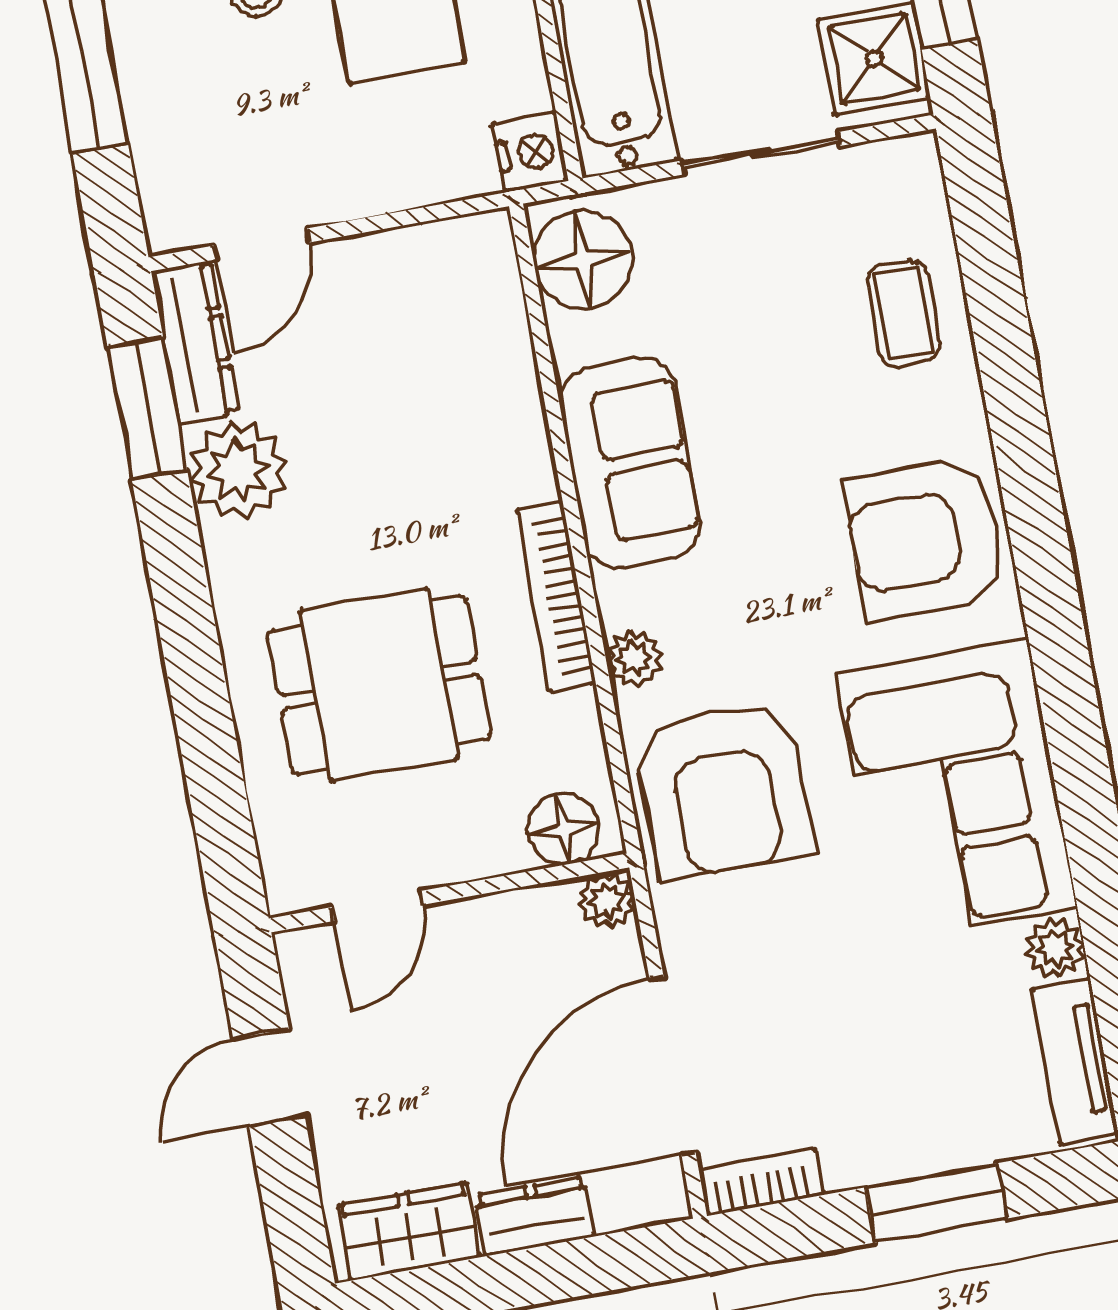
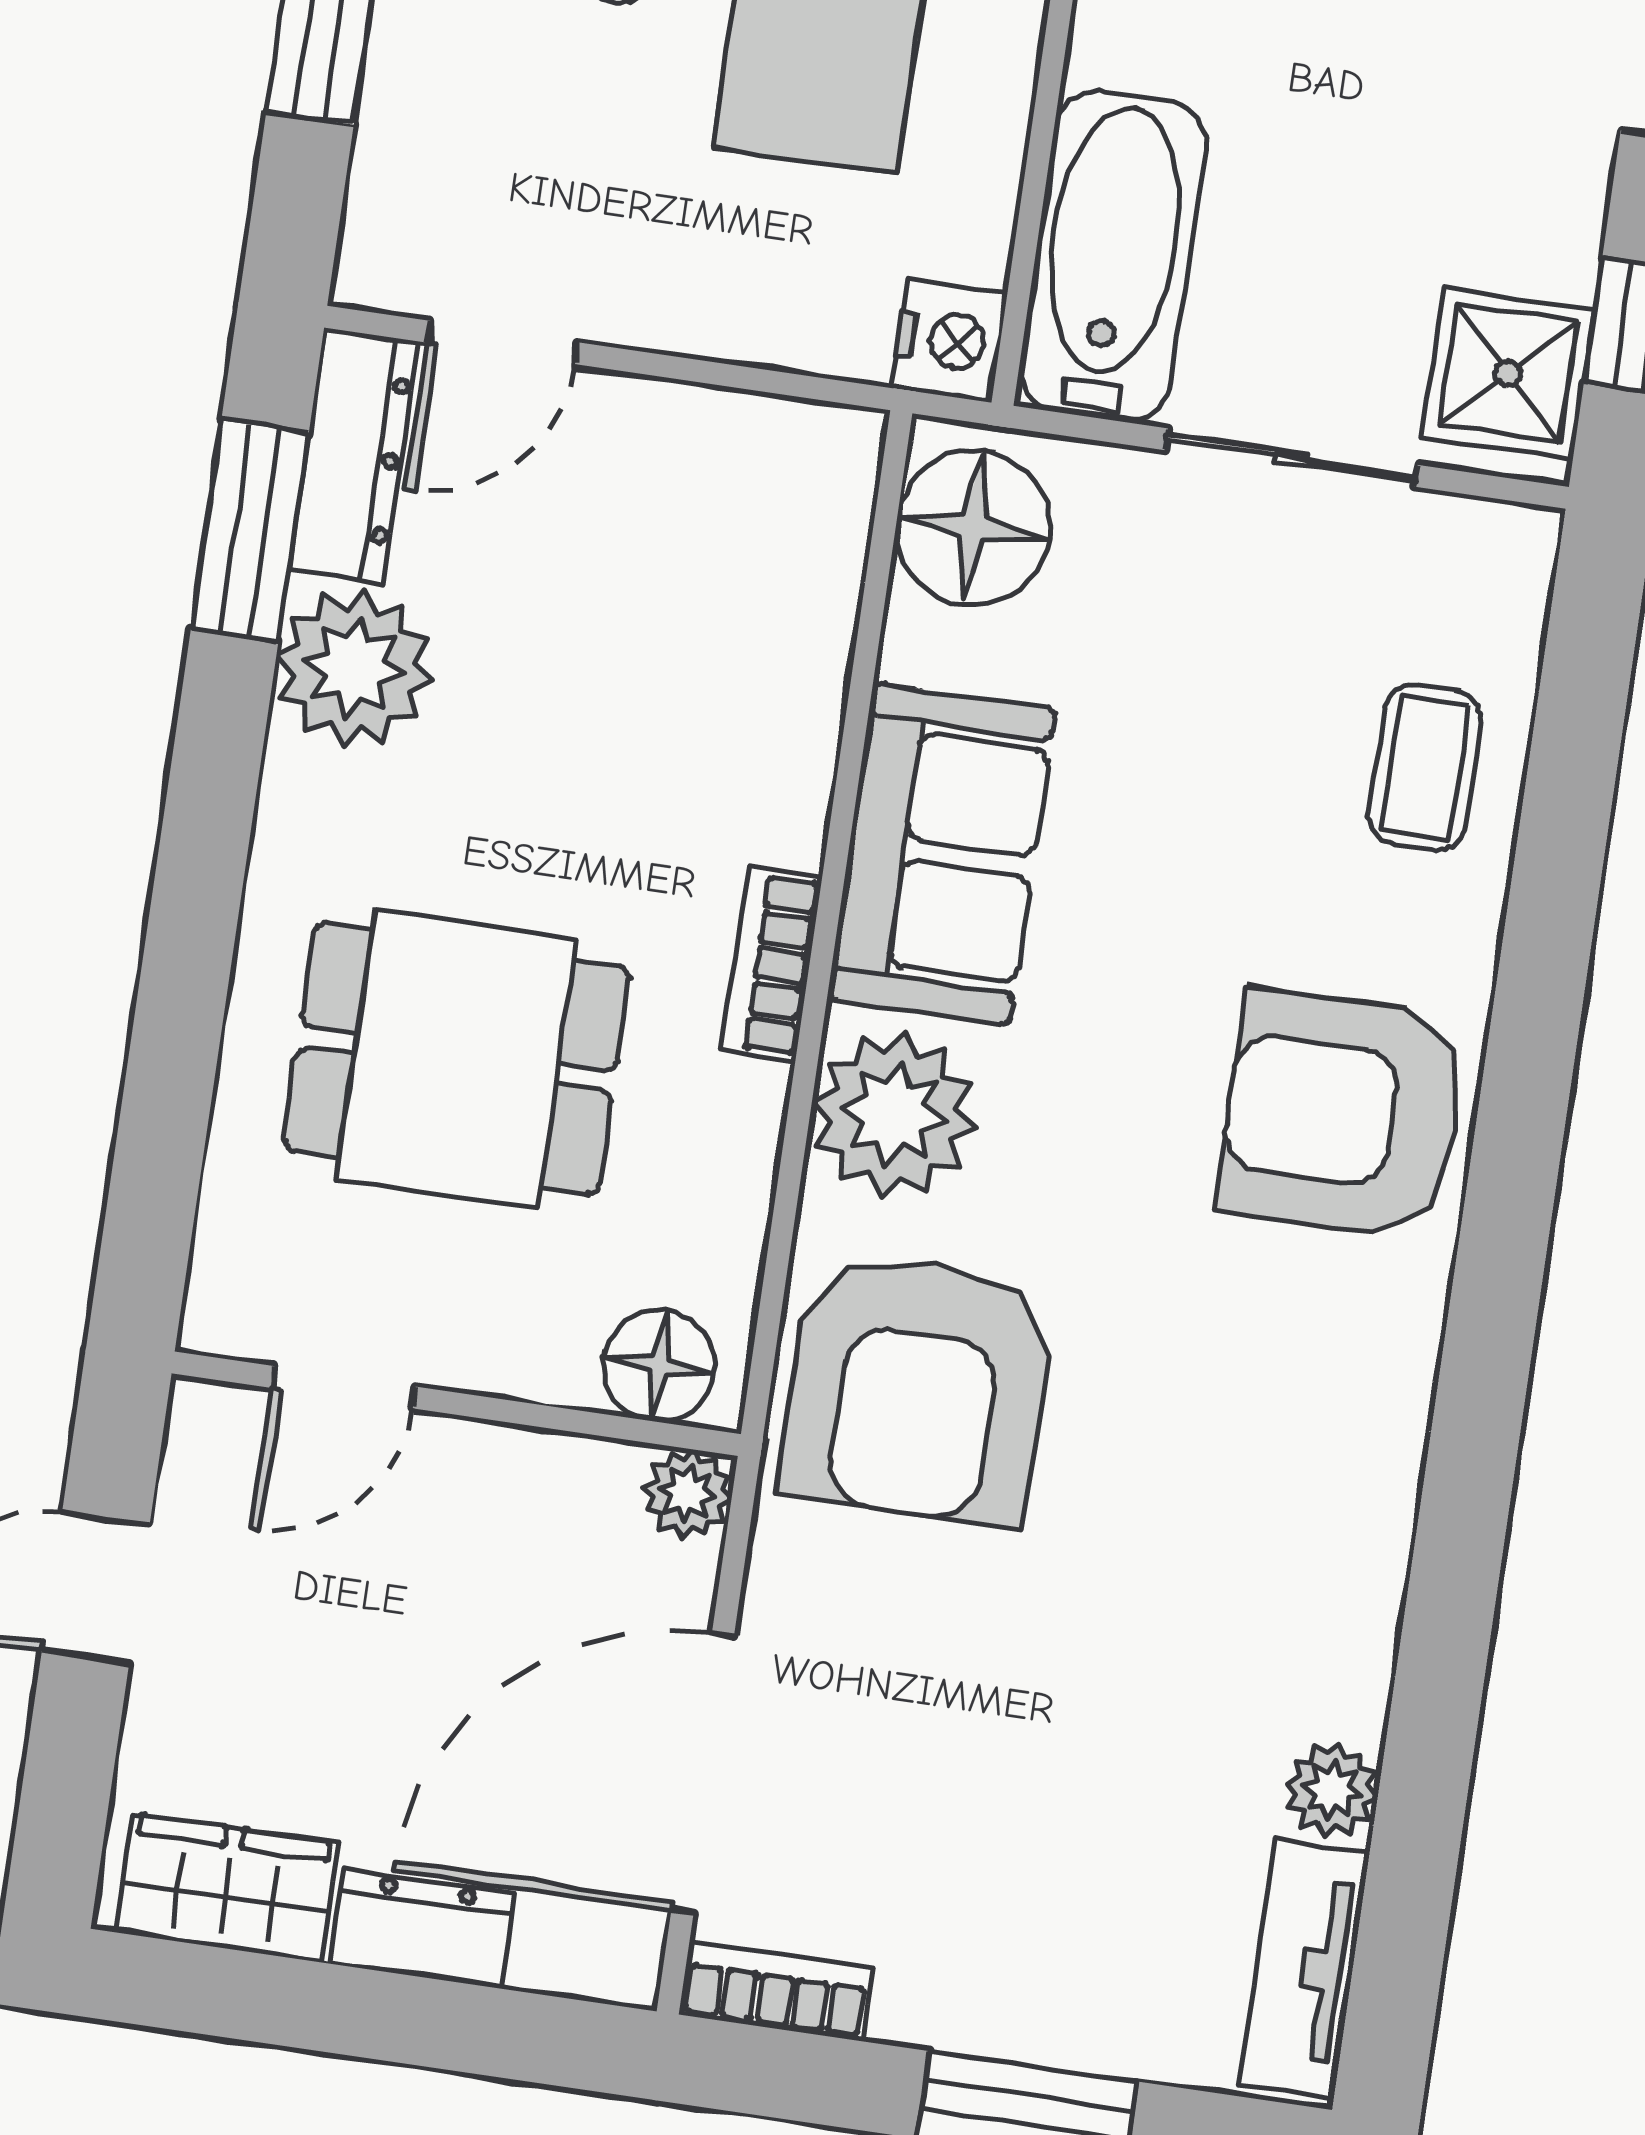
bookcase: (556, 597) -> (772, 964), width x0.64
plant: (634, 658) -> (893, 1114), width x1.87, depth x1.87
corner sofa: (957, 790) -> (1264, 1505), removed

